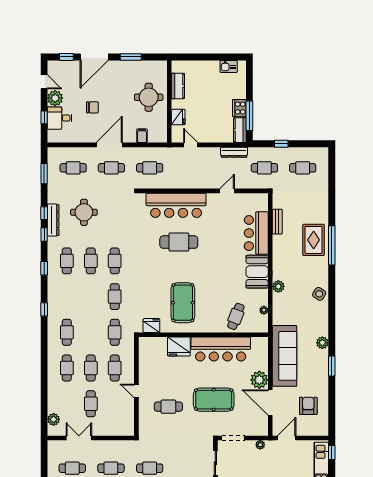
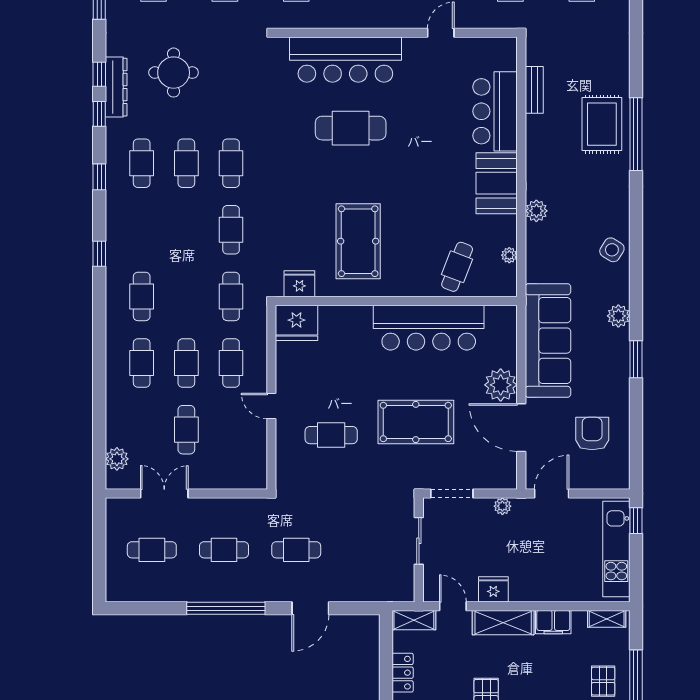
side table: (319, 294) -> (612, 250), moved
fridge: (179, 346) -> (296, 323), moved

